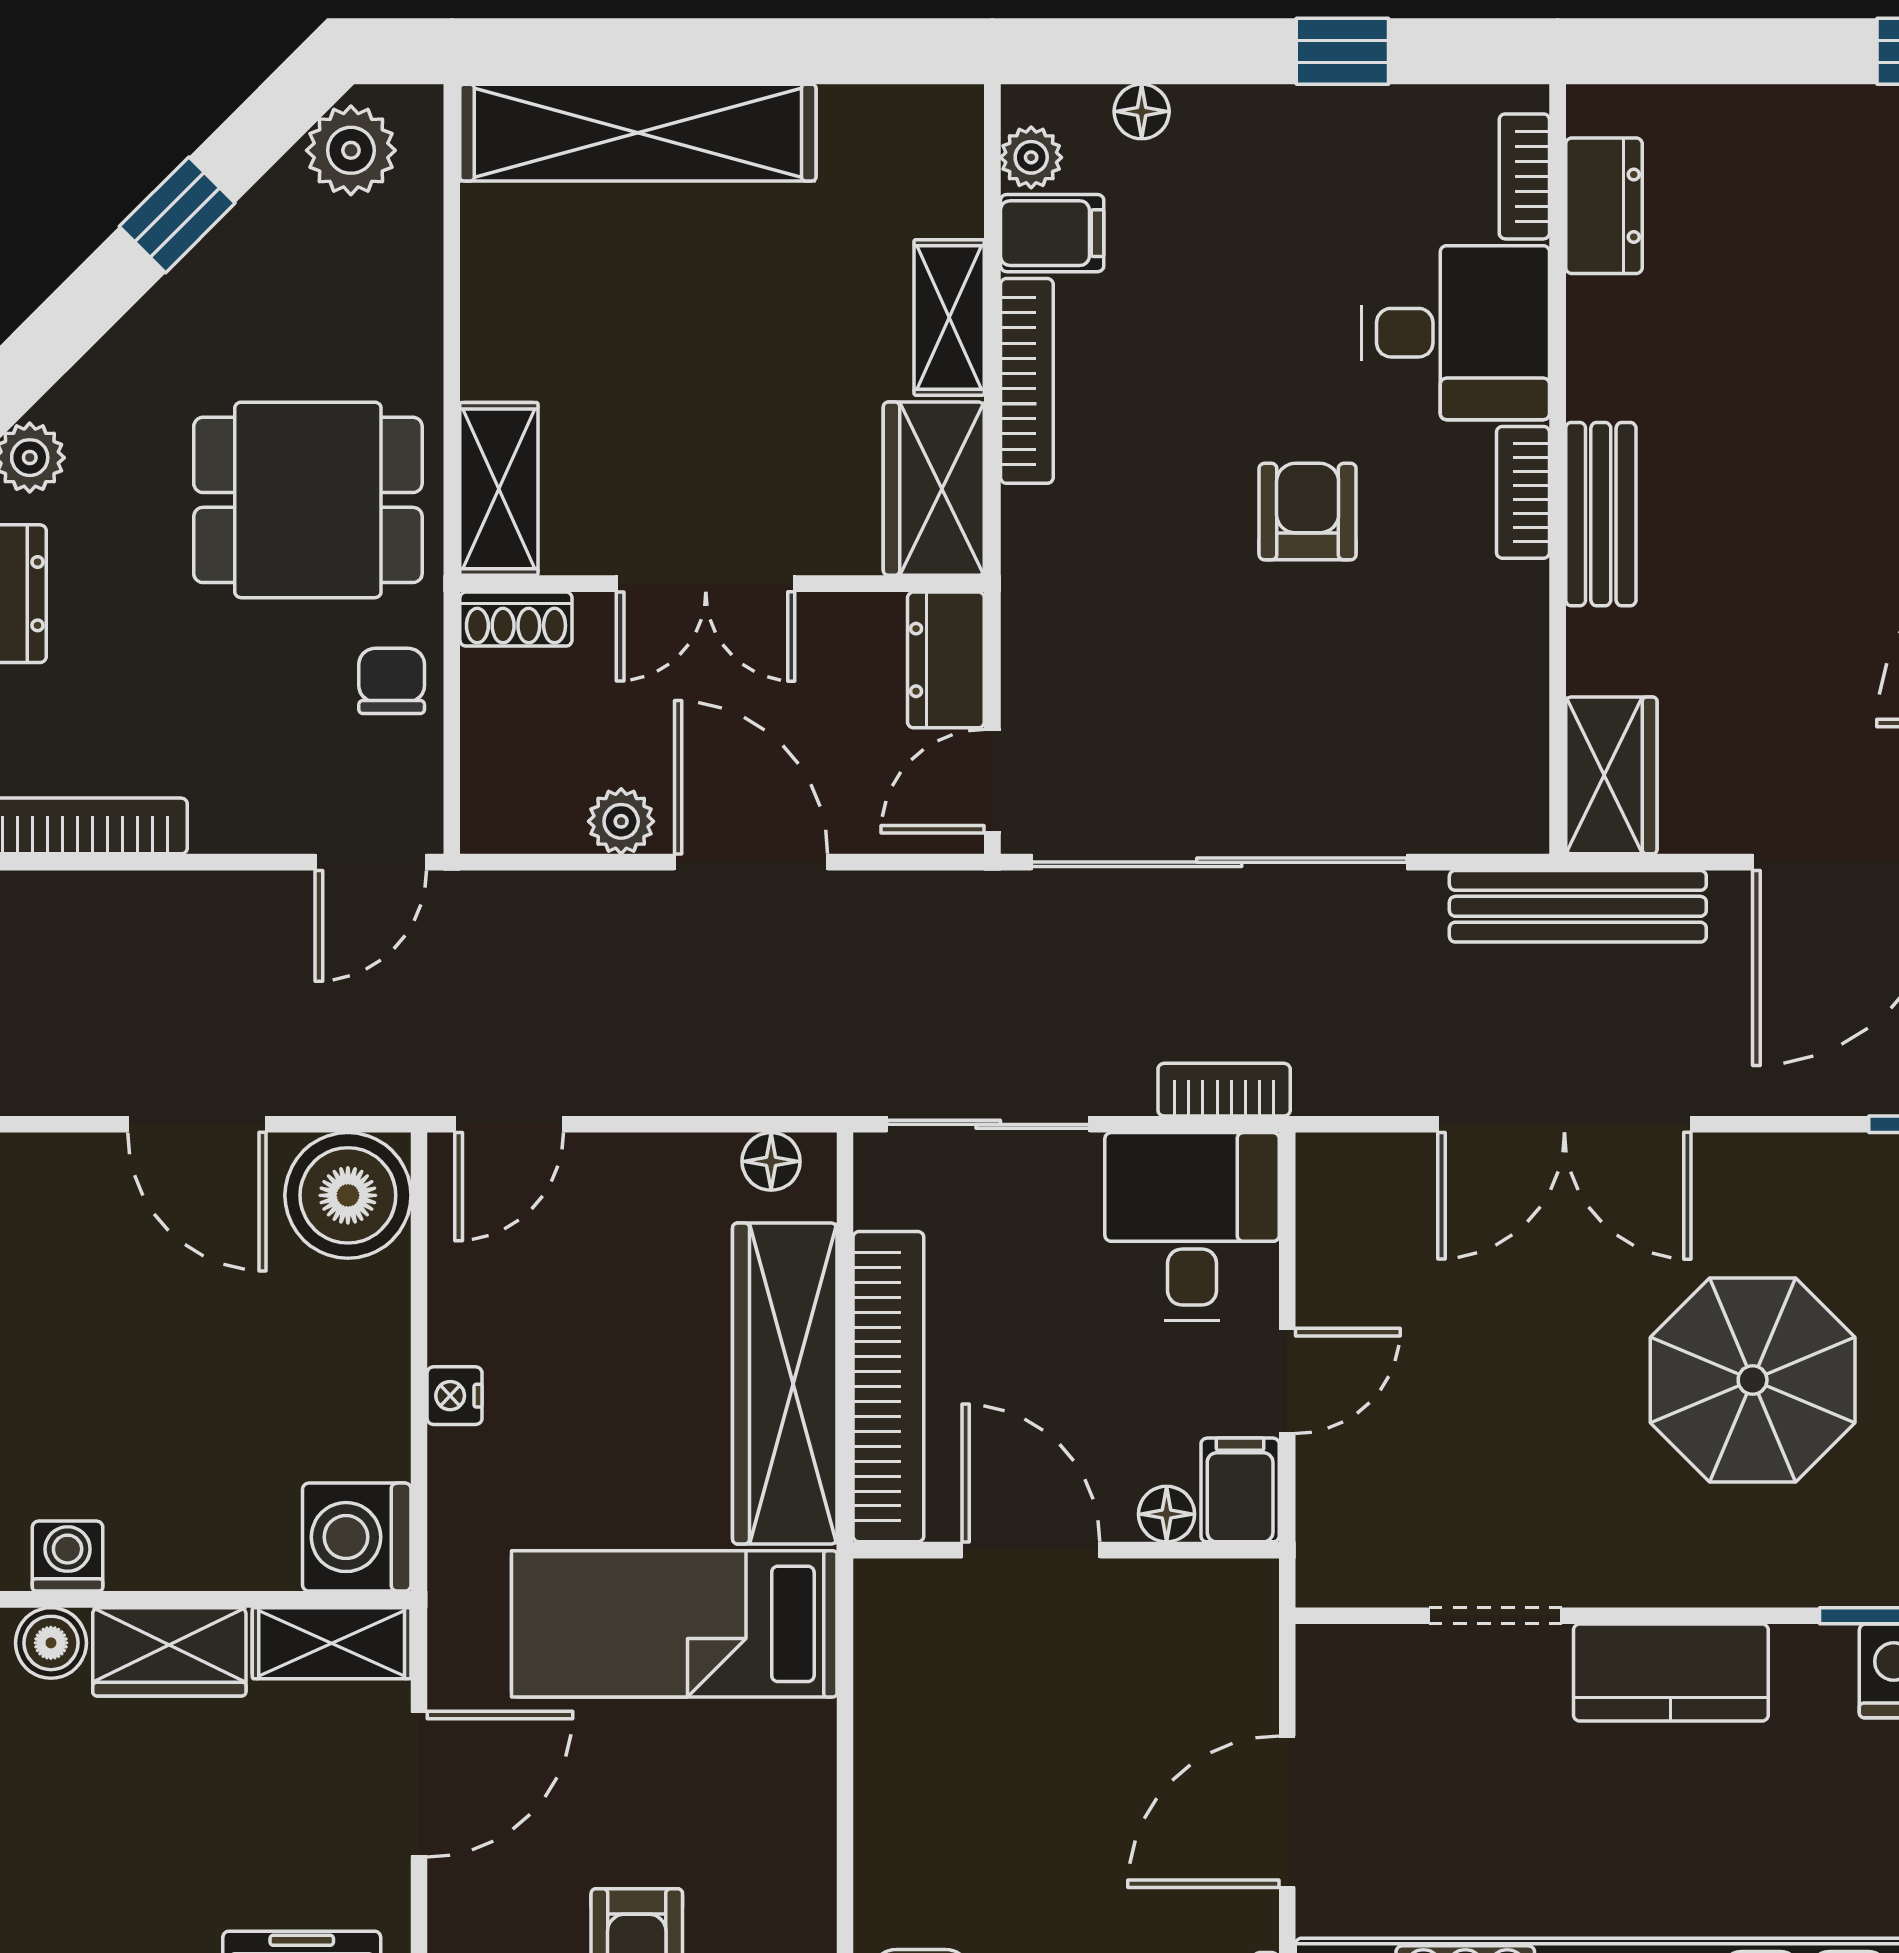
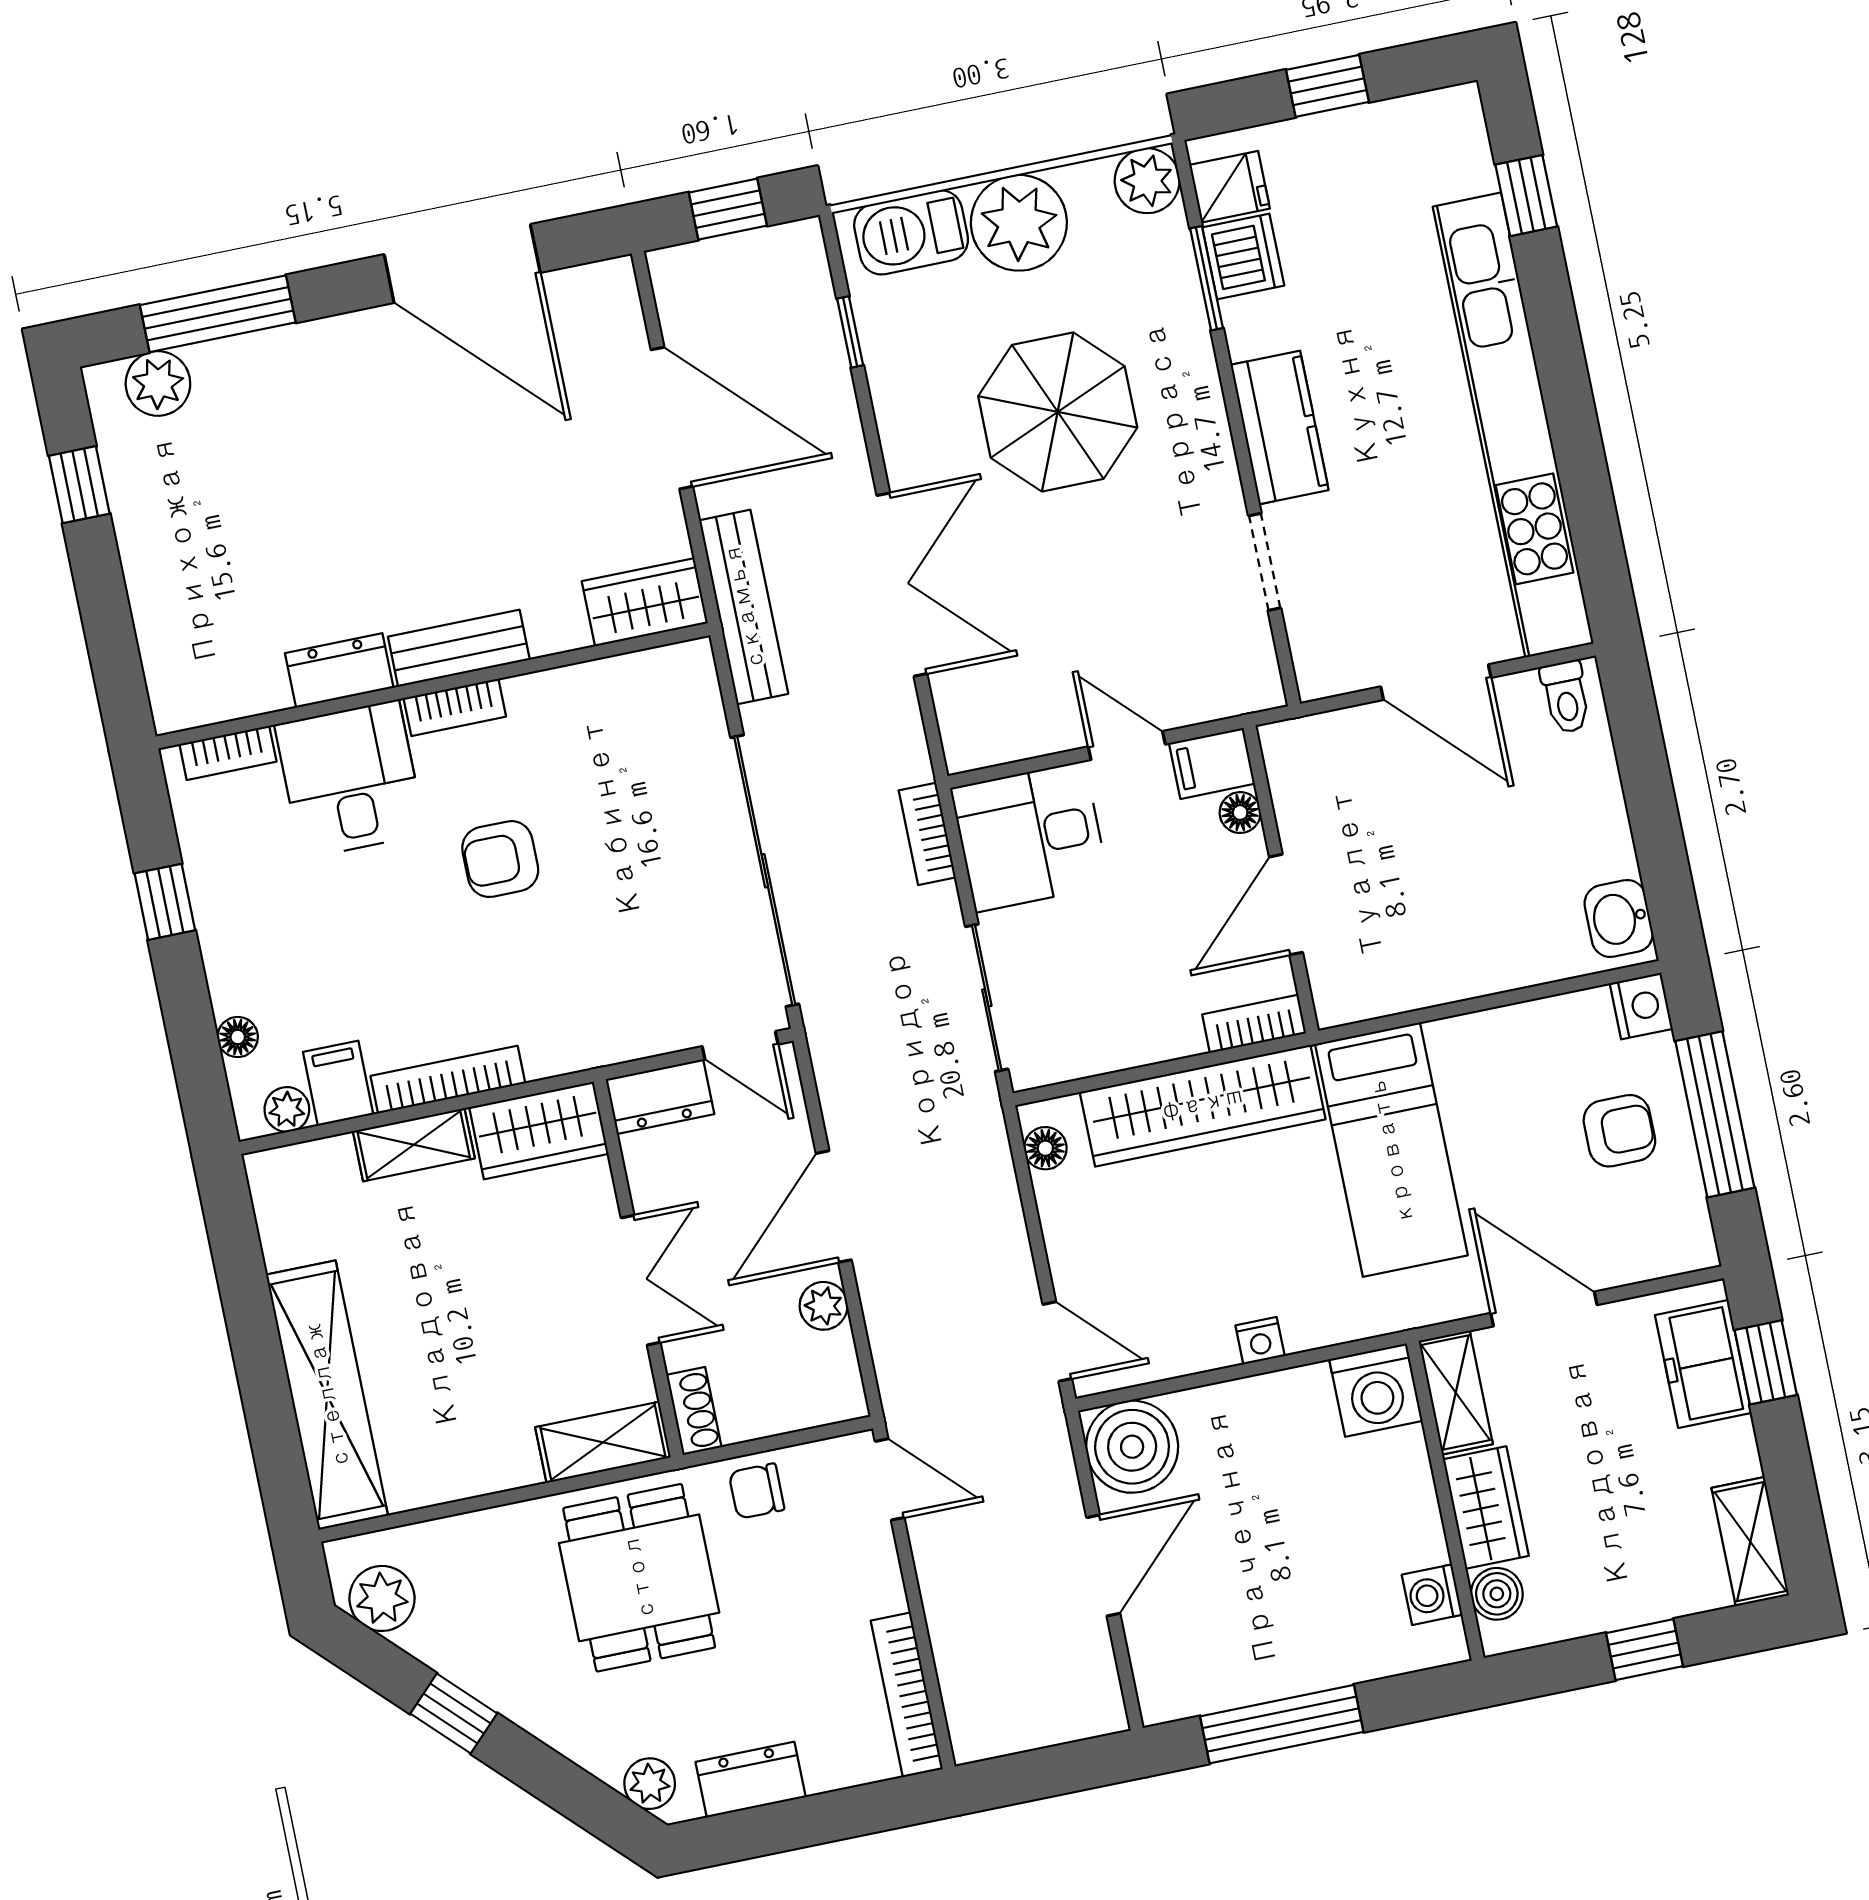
dresser: (1604, 206) -> (339, 671), moved
bookcase: (888, 1387) -> (1254, 1024), width x0.43, depth x0.76

